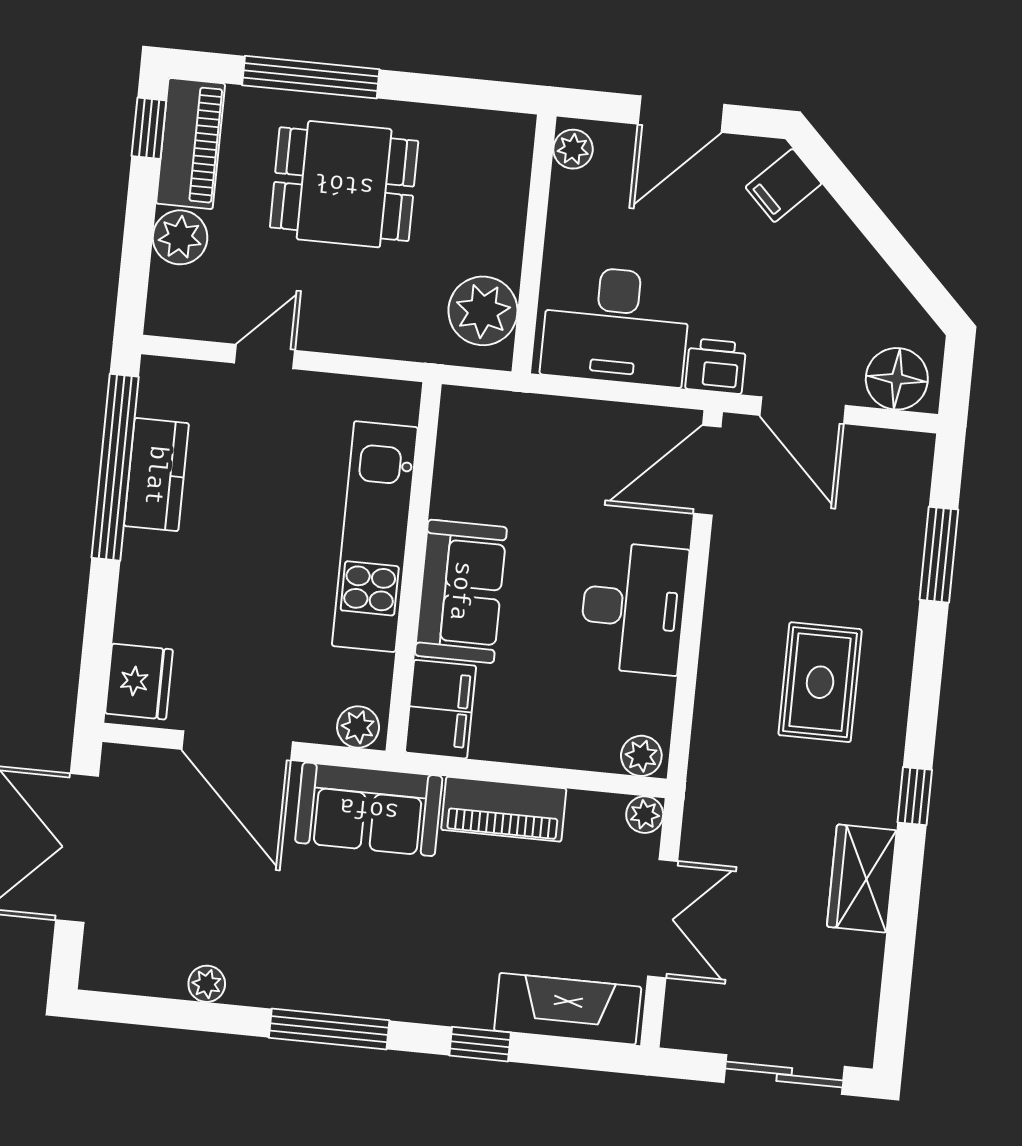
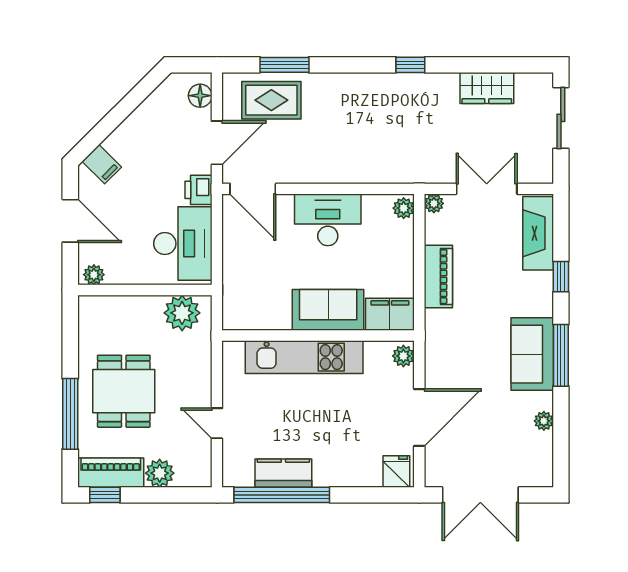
floor lamp: (897, 379) -> (200, 96), width x0.73, depth x0.73
fridge: (139, 682) -> (396, 471), width x0.72
rug: (820, 682) -> (271, 100), moved
sofa: (369, 809) -> (532, 354), moved, turned 180
wardrobe: (862, 878) -> (487, 88), moved

